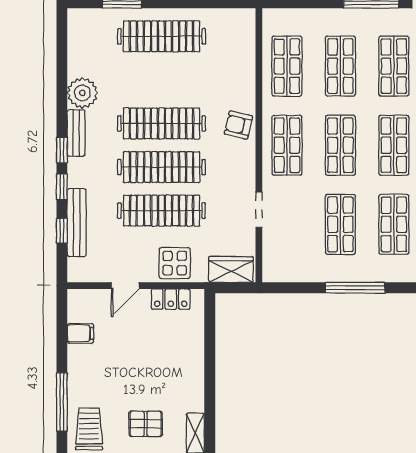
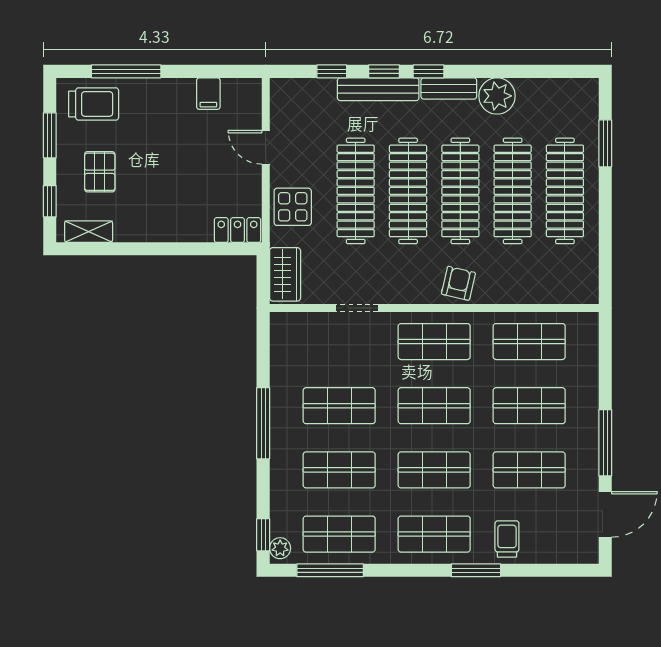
clothes rail: (161, 80) -> (513, 191), added
bench: (77, 223) -> (378, 89), moved
locker: (171, 299) -> (237, 230), moved, turned 90

